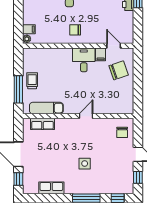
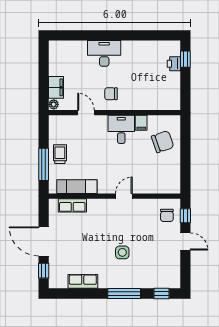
filing cabinet: (29, 29) -> (56, 87), width x2.00
door: (114, 46) -> (86, 113), moved
window: (138, 177) -> (185, 216), moved

